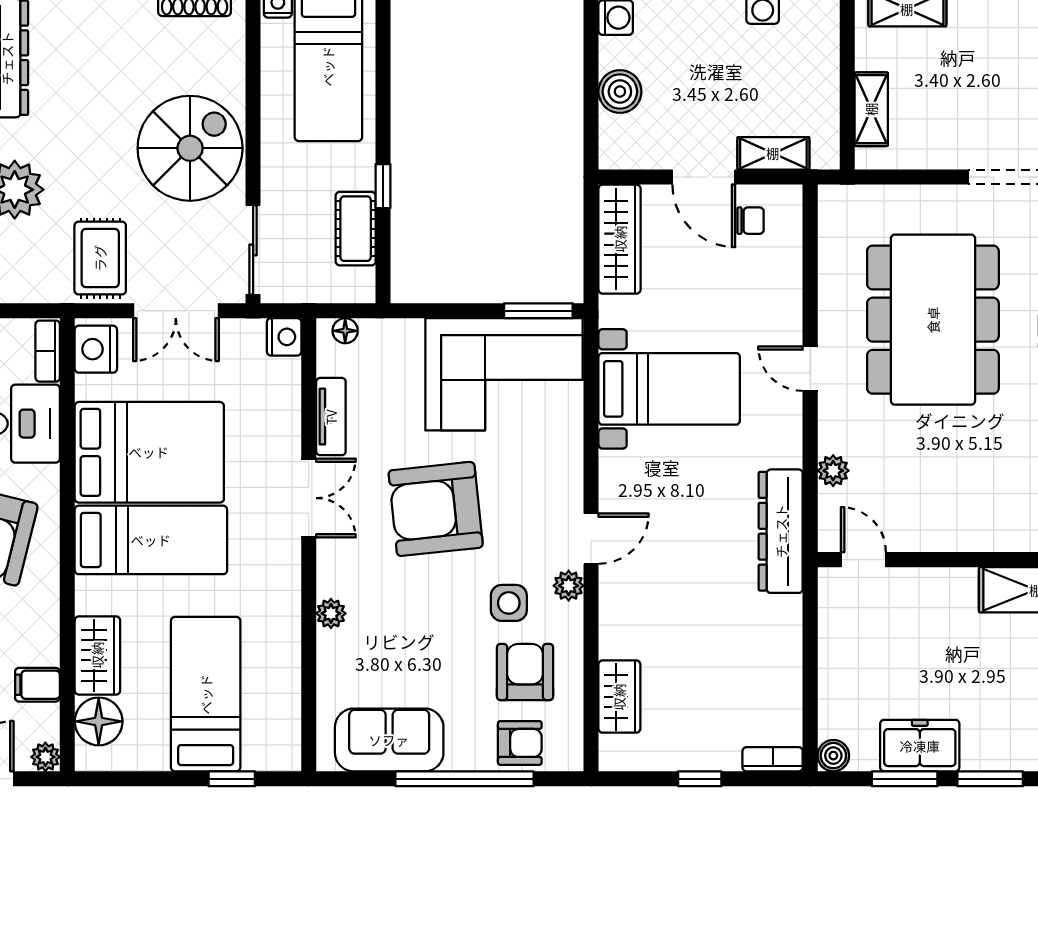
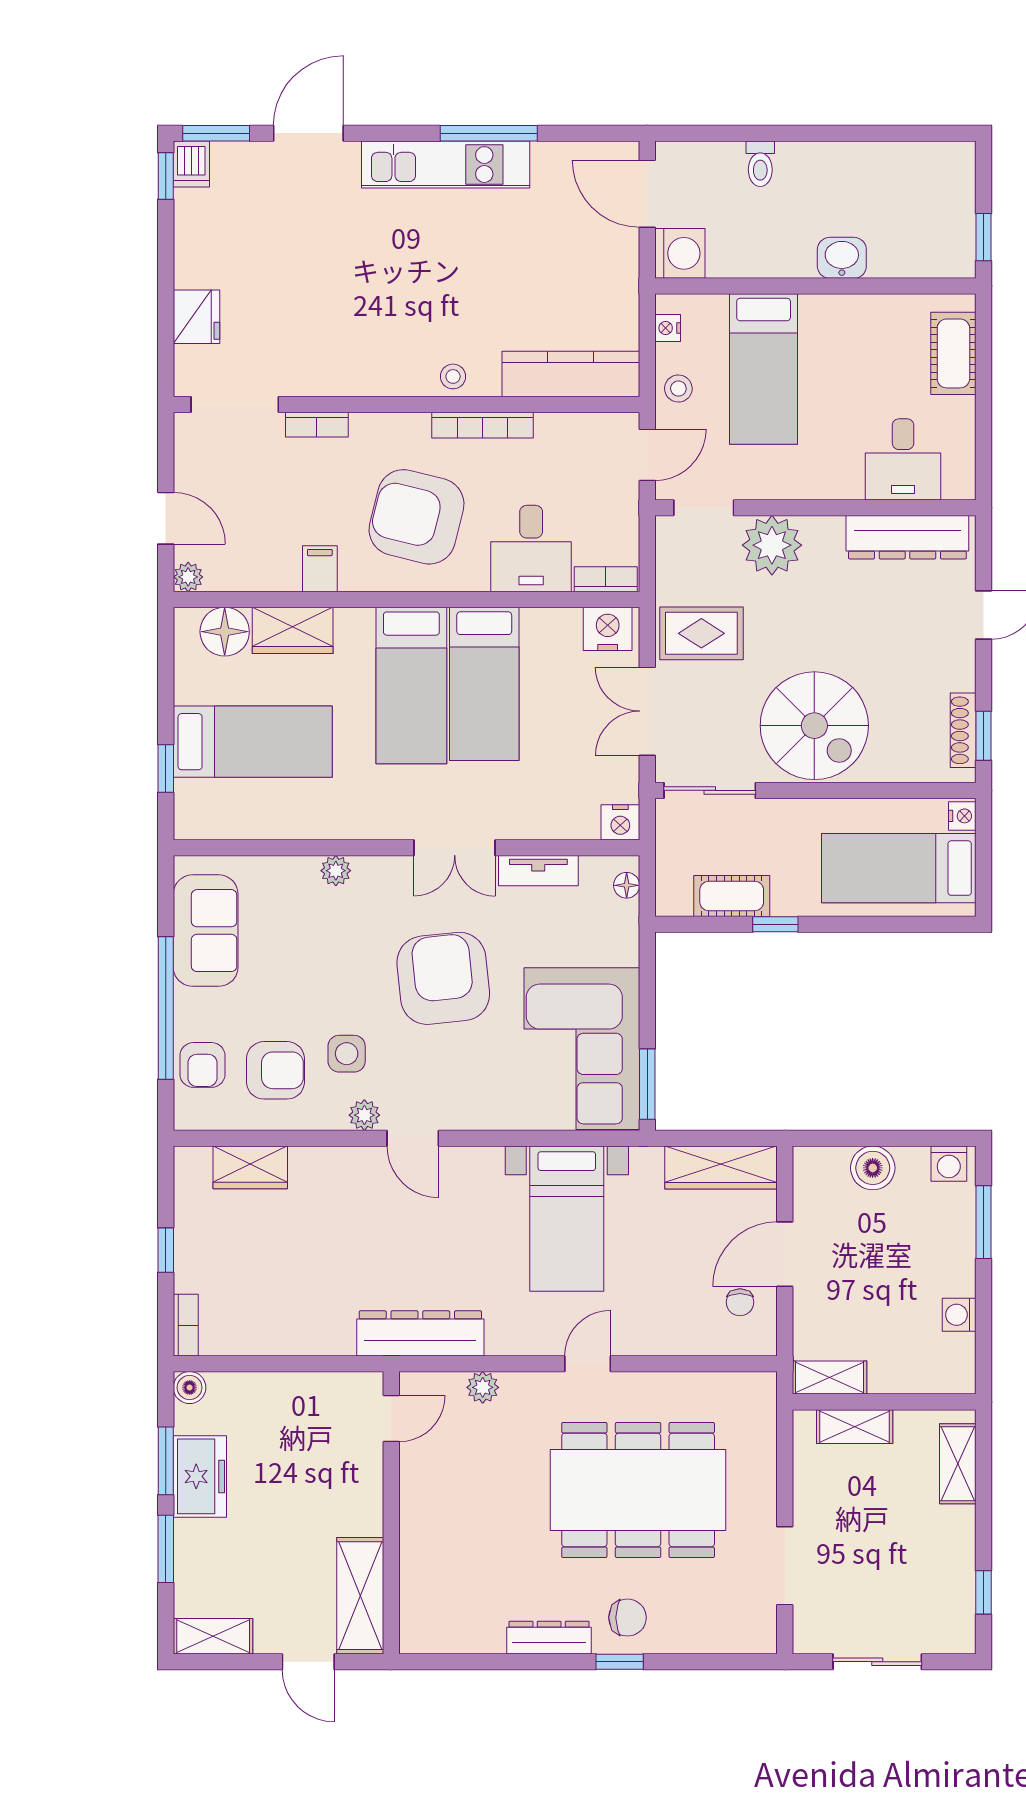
shelving: (773, 153) -> (830, 1378), moved, turned 90
bed: (149, 452) -> (484, 684), width x0.67
filing cabinet: (37, 685) -> (320, 569), moved

